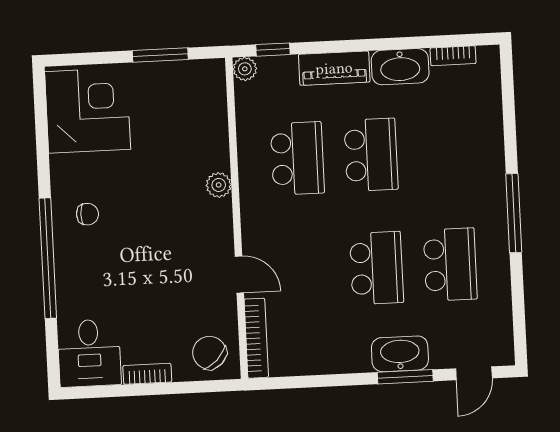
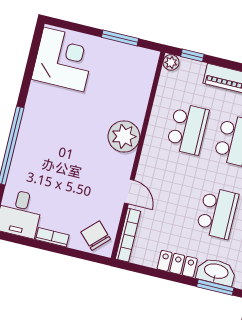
plant: (219, 185) -> (124, 136), width x1.87, depth x1.87
chair: (87, 214) -> (44, 125), removed
locker: (340, 359) -> (177, 264), added

